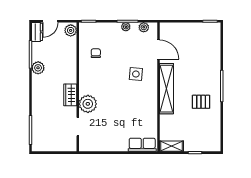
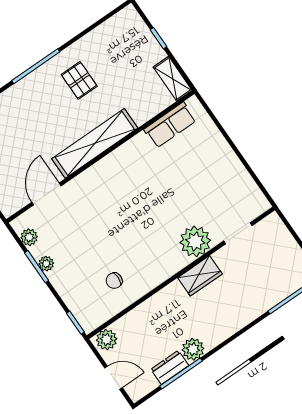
dresser: (37, 32) -> (170, 367), moved
side table: (136, 74) -> (104, 202), removed
row of seats: (142, 145) -> (170, 125), moved, turned -90

